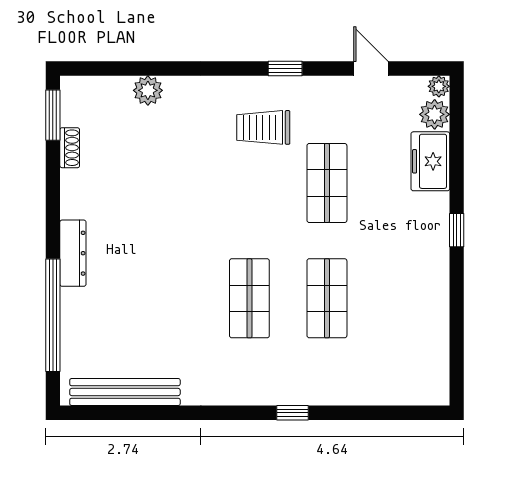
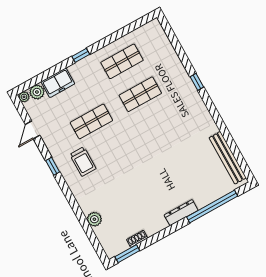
shop shelf: (249, 298) -> (122, 61), moved

